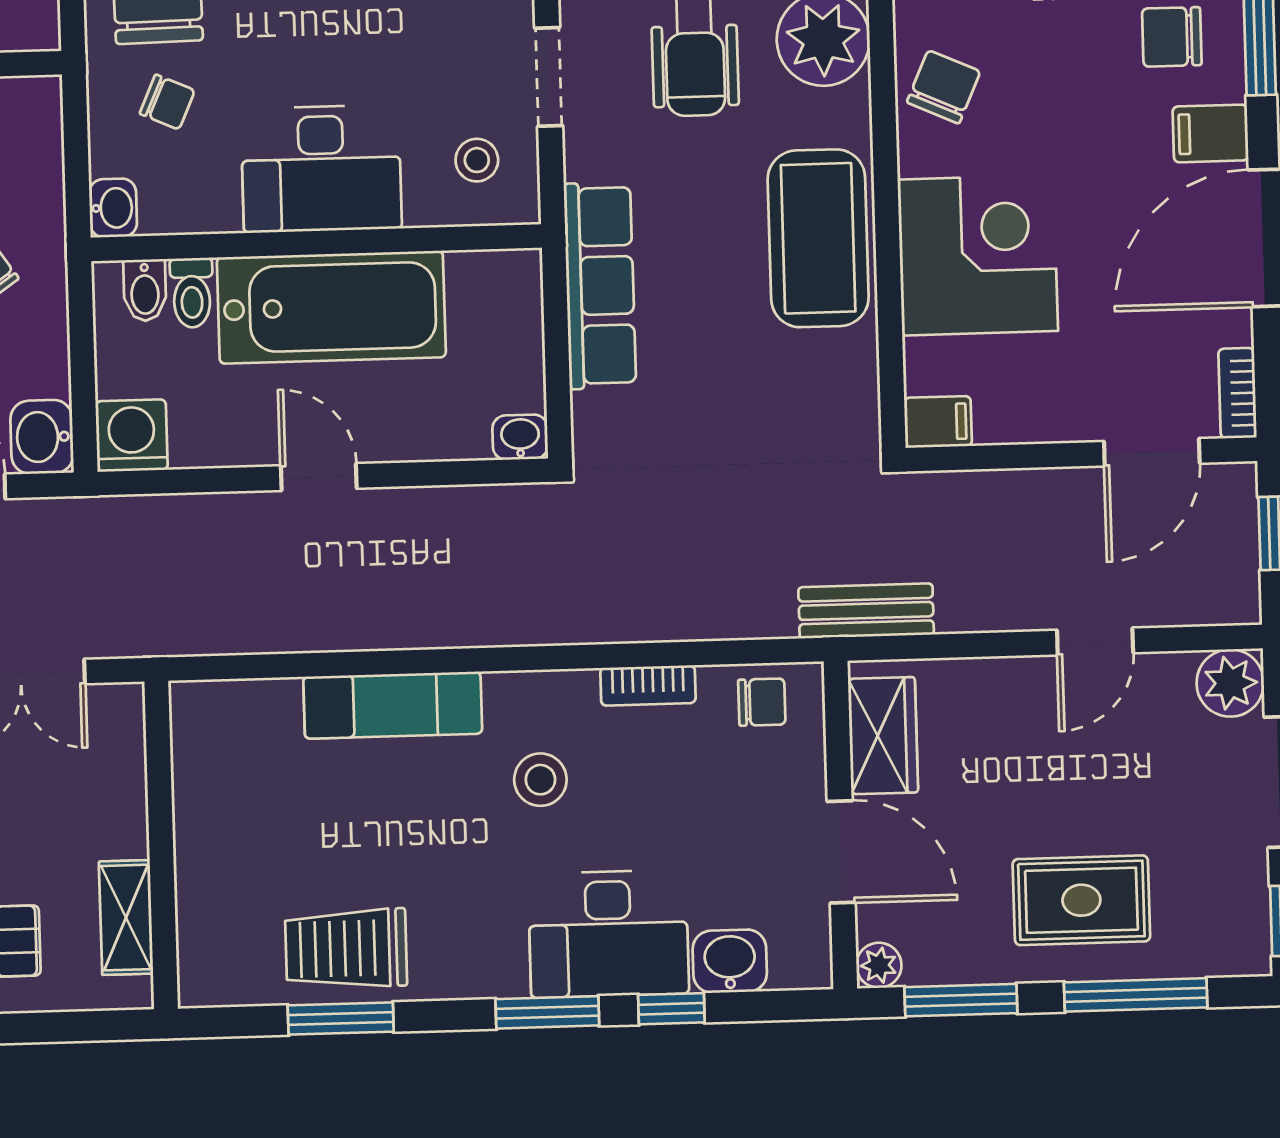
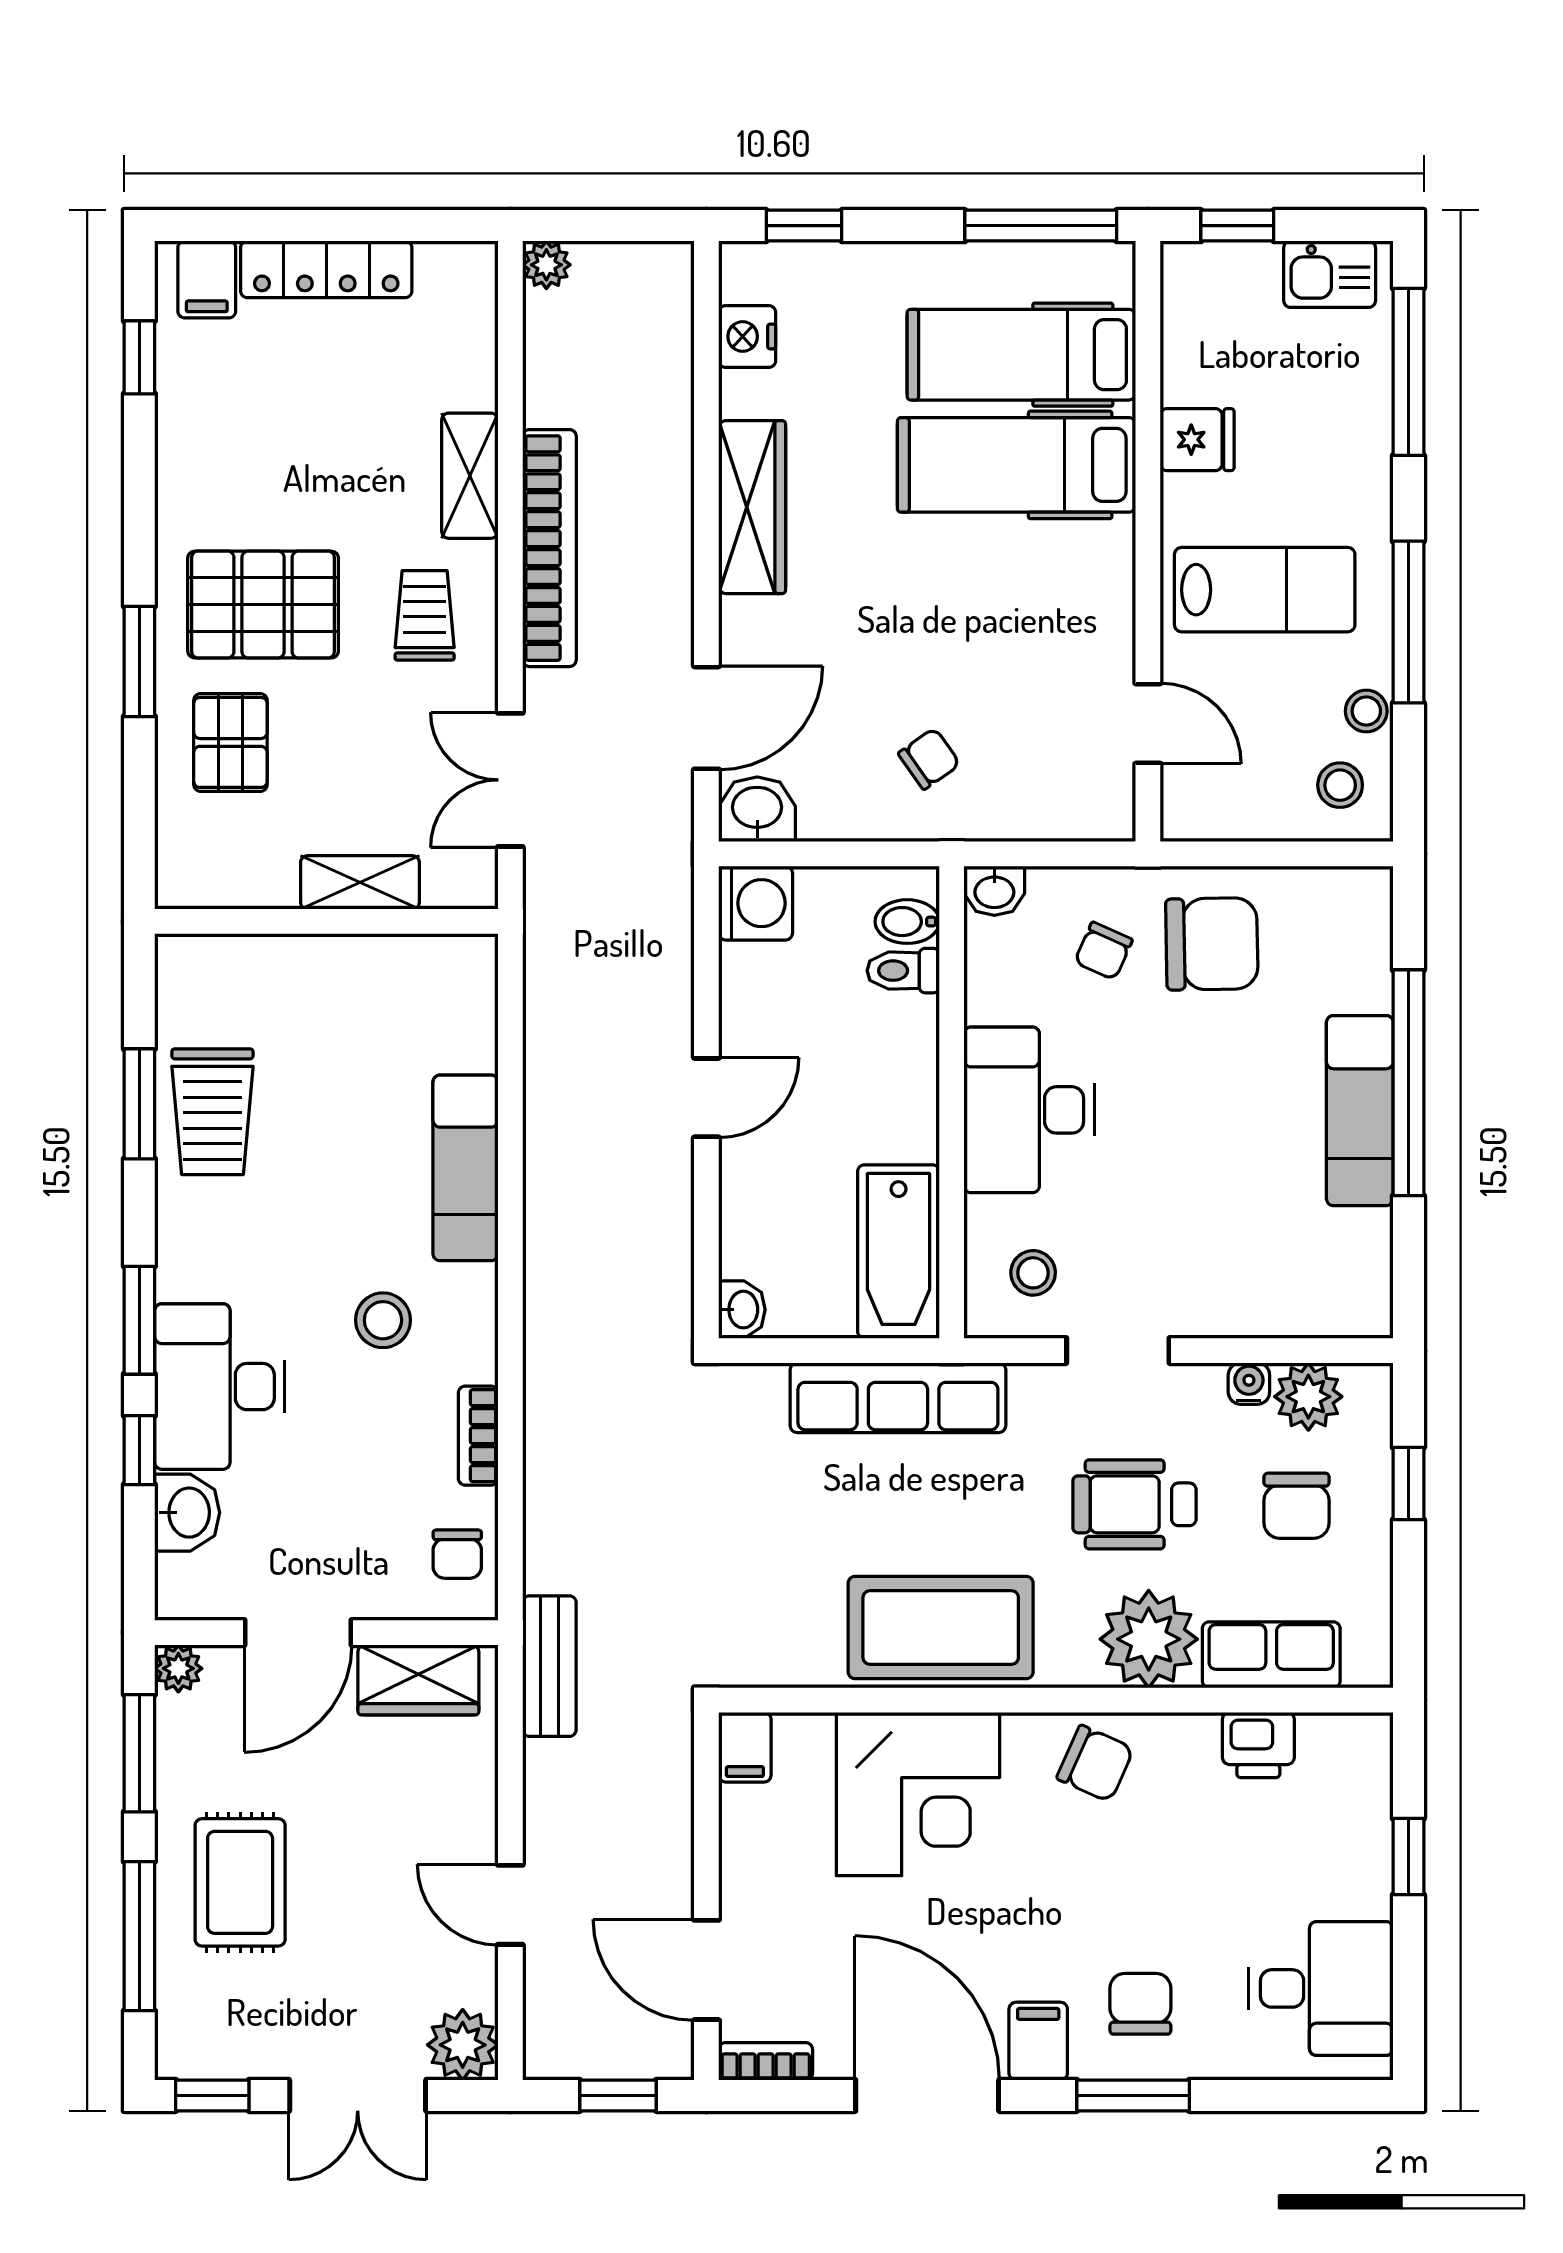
bathtub: (331, 307) -> (899, 1252), moved, width x0.73, depth x0.73
shelving: (126, 918) -> (360, 882), moved
trolley: (346, 948) -> (212, 1112), turned 180

